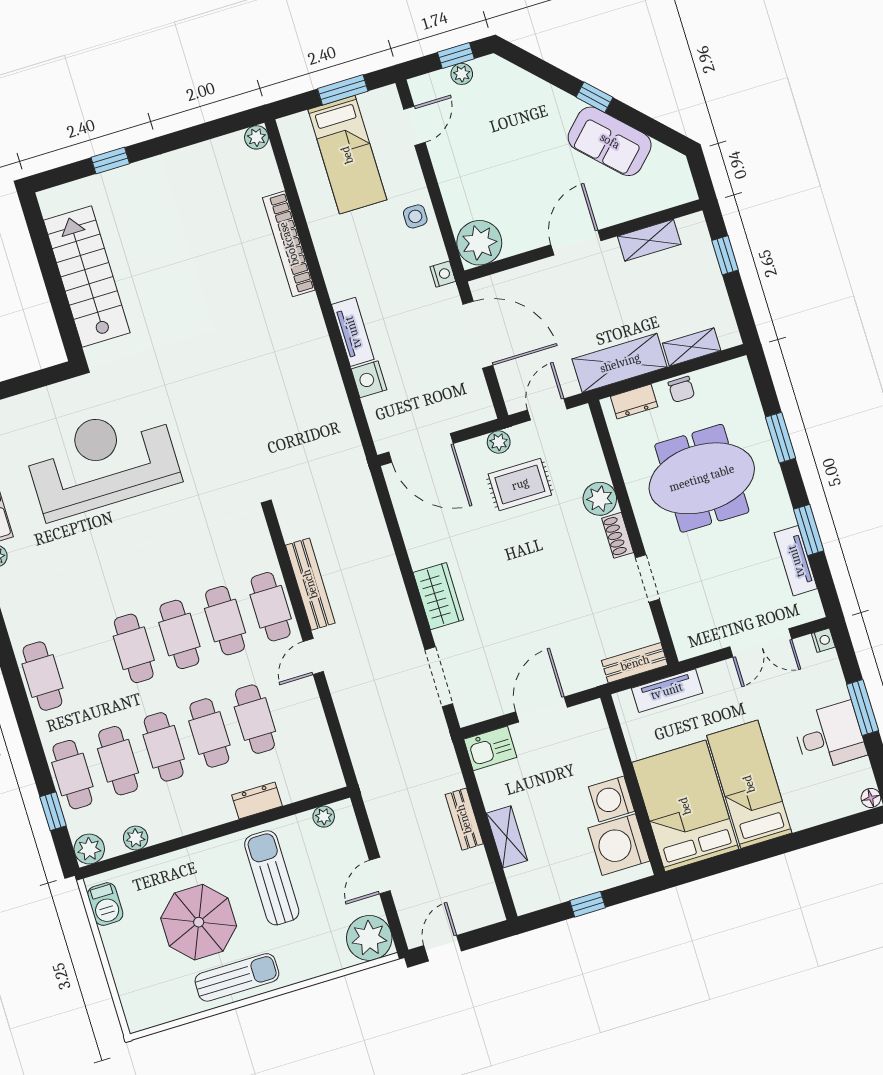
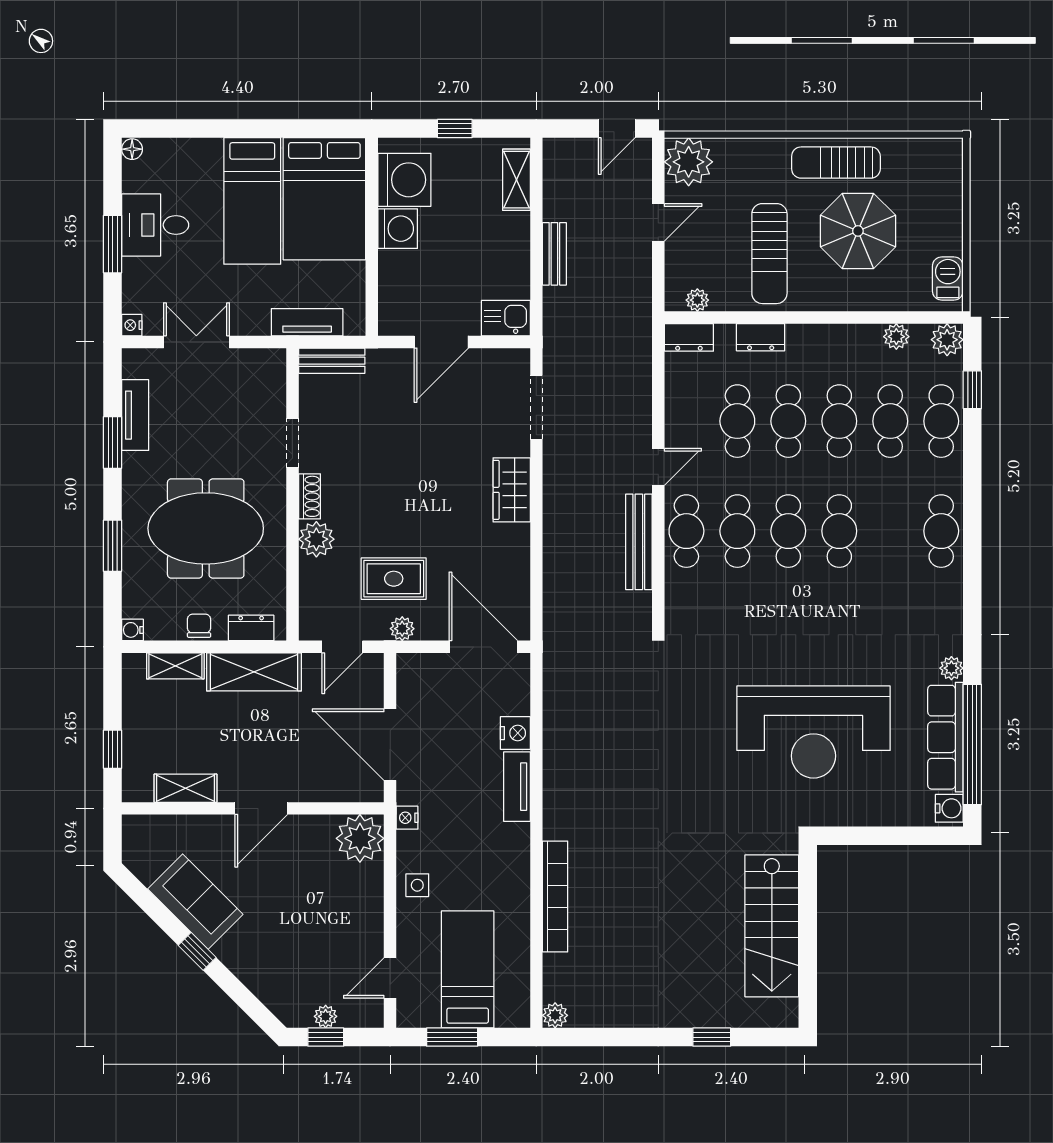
water cooler: (740, 367) -> (132, 630), added
dresser: (321, 781) -> (689, 337), added
shelving: (507, 837) -> (516, 180), moved

